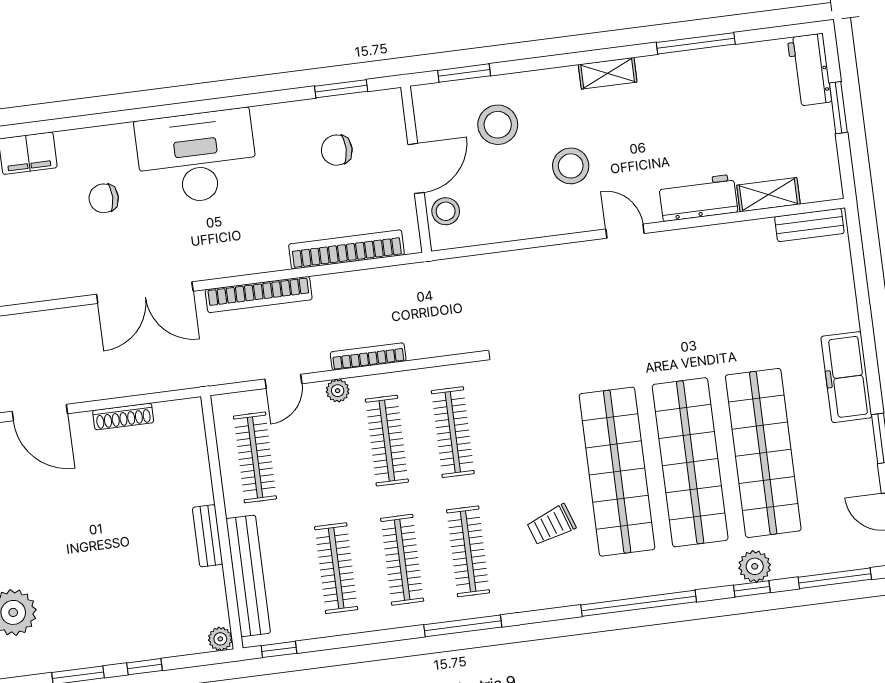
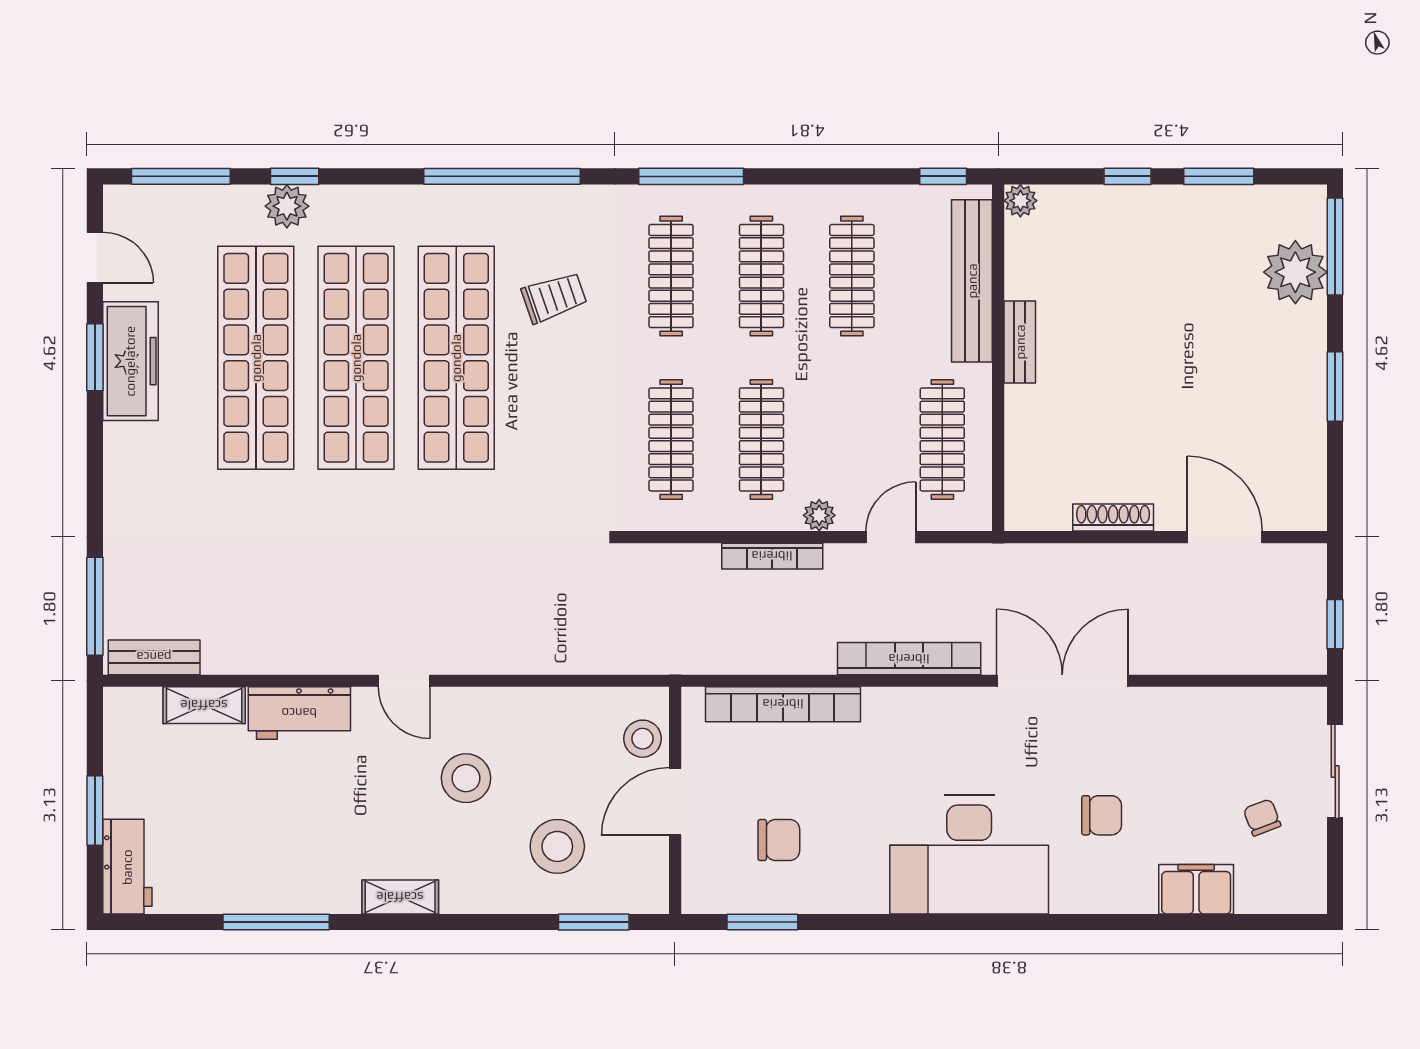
window: (857, 257) -> (95, 606), added
freezer: (846, 377) -> (130, 361), moved
window: (639, 603) -> (502, 176), moved

